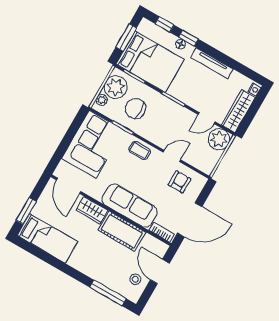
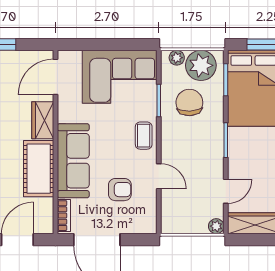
door: (207, 118) -> (226, 191), swing flipped
plant: (219, 139) -> (216, 226), width x0.53, depth x0.53
armchair: (179, 182) -> (120, 190), moved

